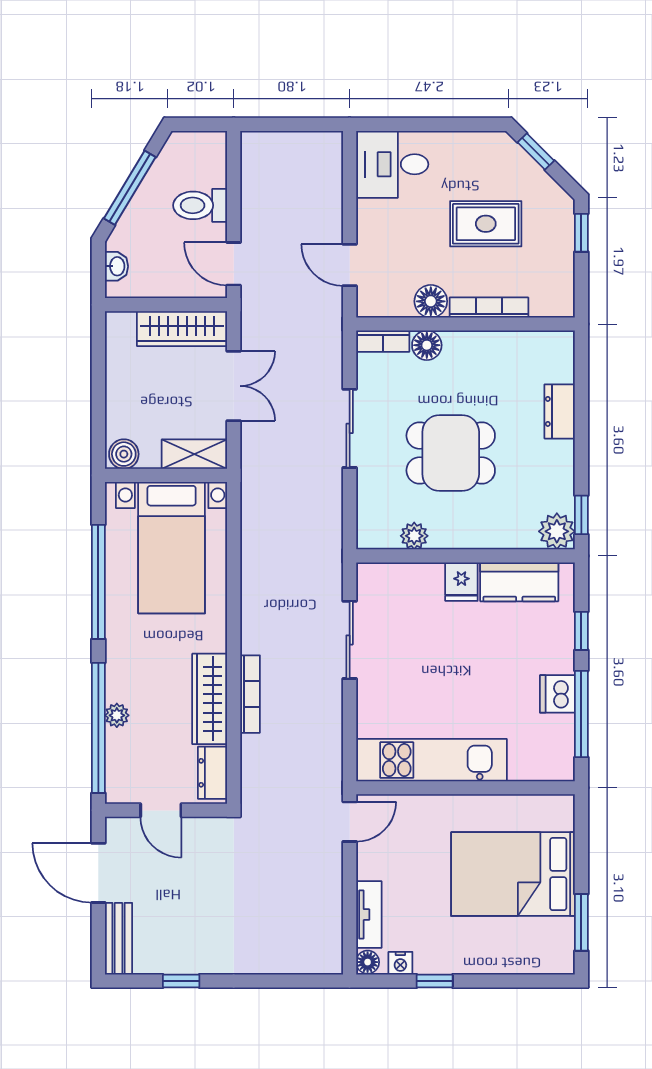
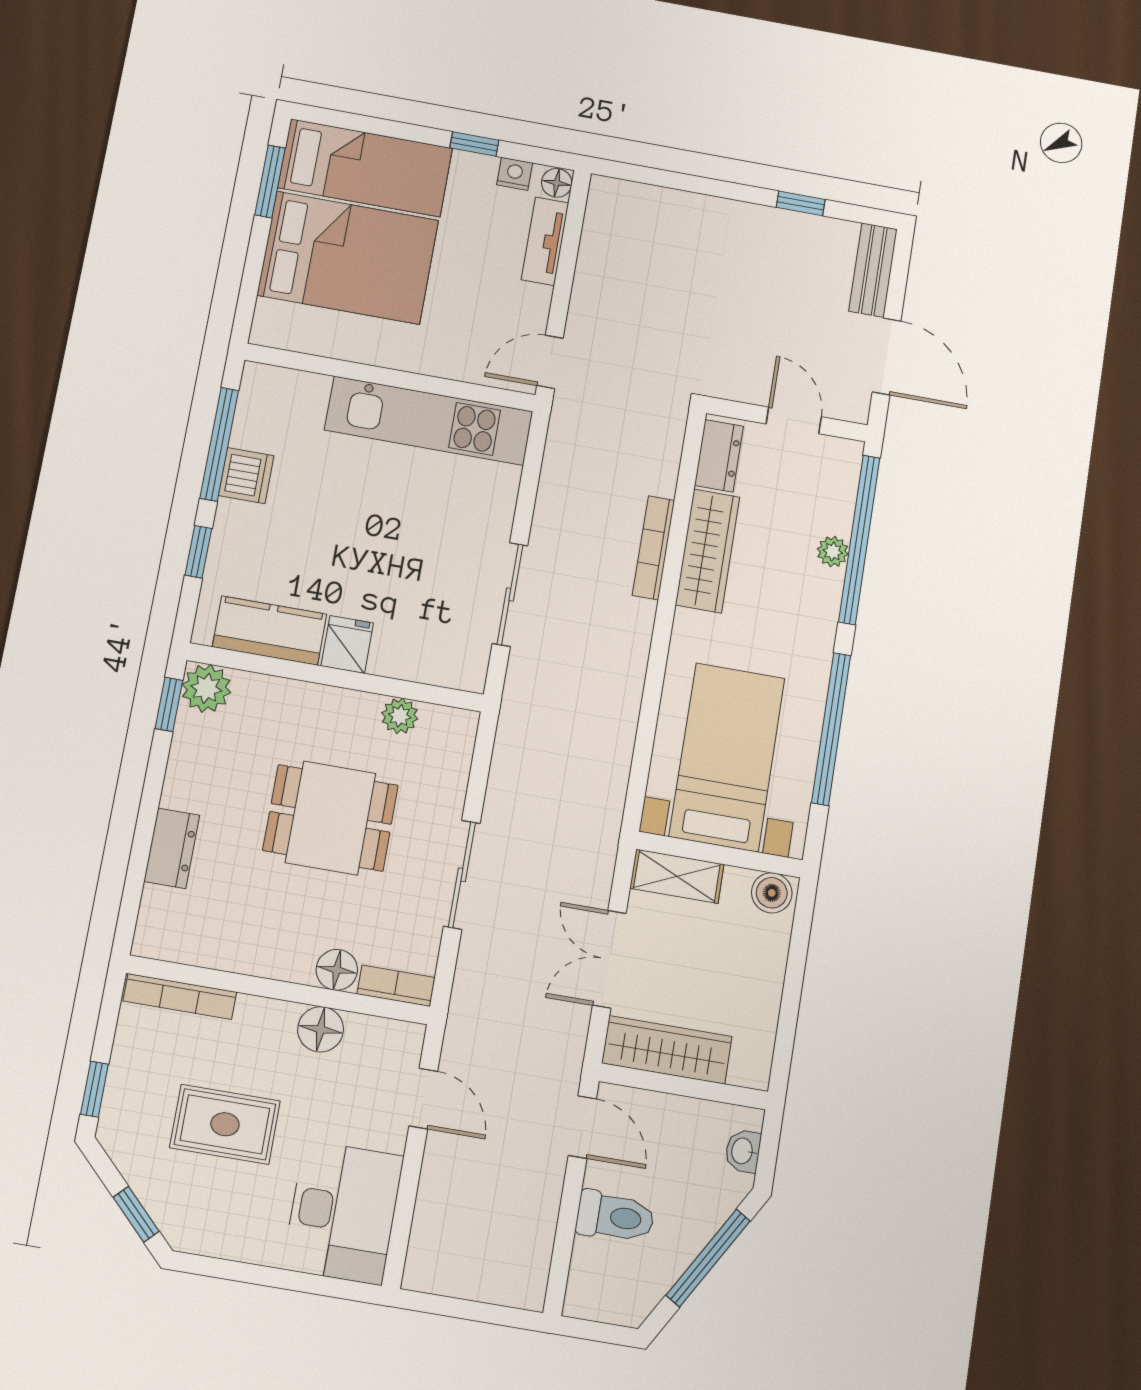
desk: (392, 164) -> (343, 1212), width x1.37
bookcase: (489, 307) -> (180, 996), moved
bed: (513, 946) -> (365, 168), added

